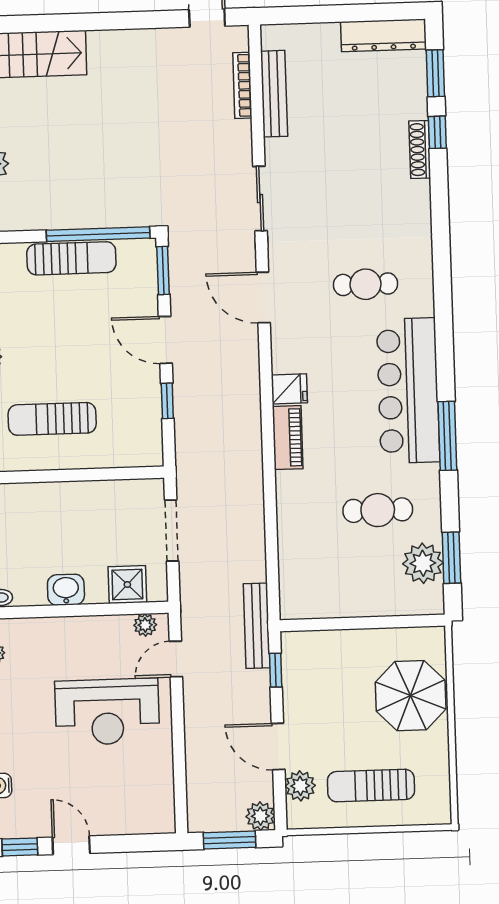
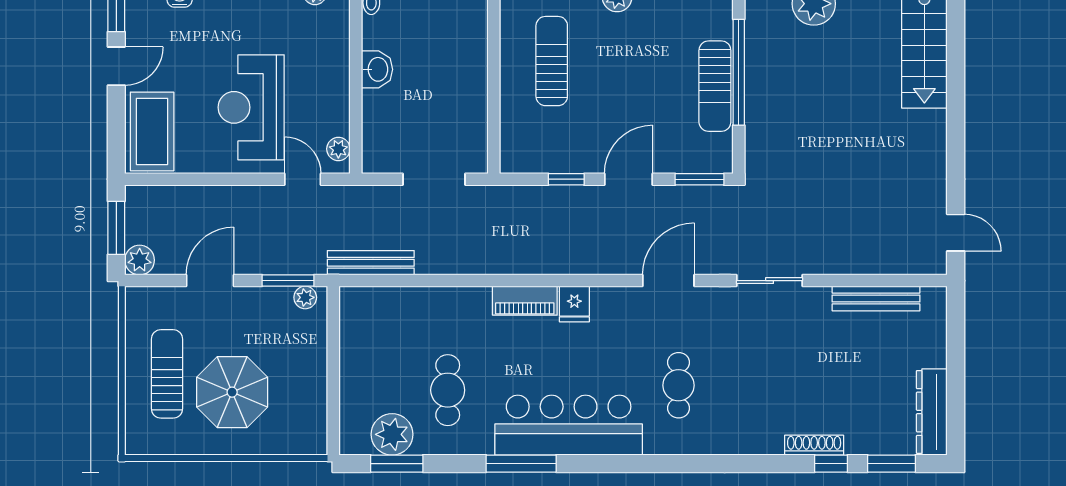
bookcase: (242, 85) -> (886, 266), removed
window: (98, 234) -> (739, 72), moved
shower: (127, 585) -> (380, 132), removed
bench: (257, 626) -> (371, 263), moved
window: (276, 670) -> (288, 281), width x1.50
parasol: (411, 696) -> (232, 392), moved
plant: (300, 786) -> (305, 297), moved, width x0.73, depth x0.73
coffee table: (134, 808) -> (152, 131), added

